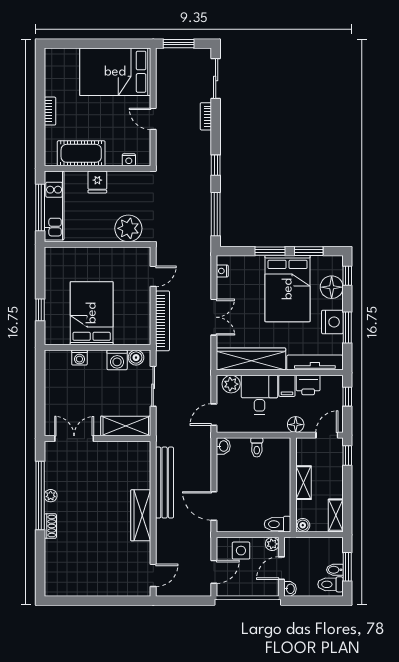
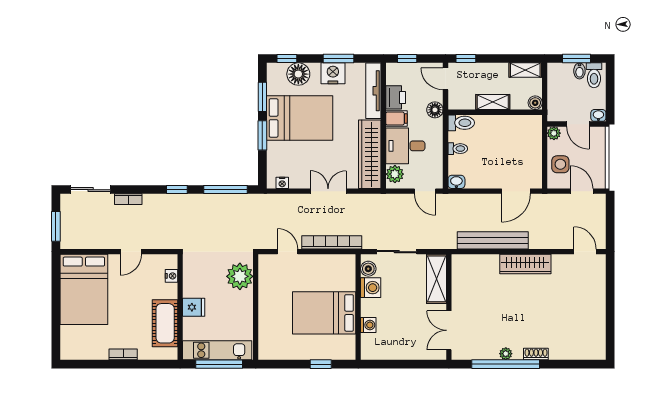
toilet: (278, 524) -> (461, 123), moved, turned -90

